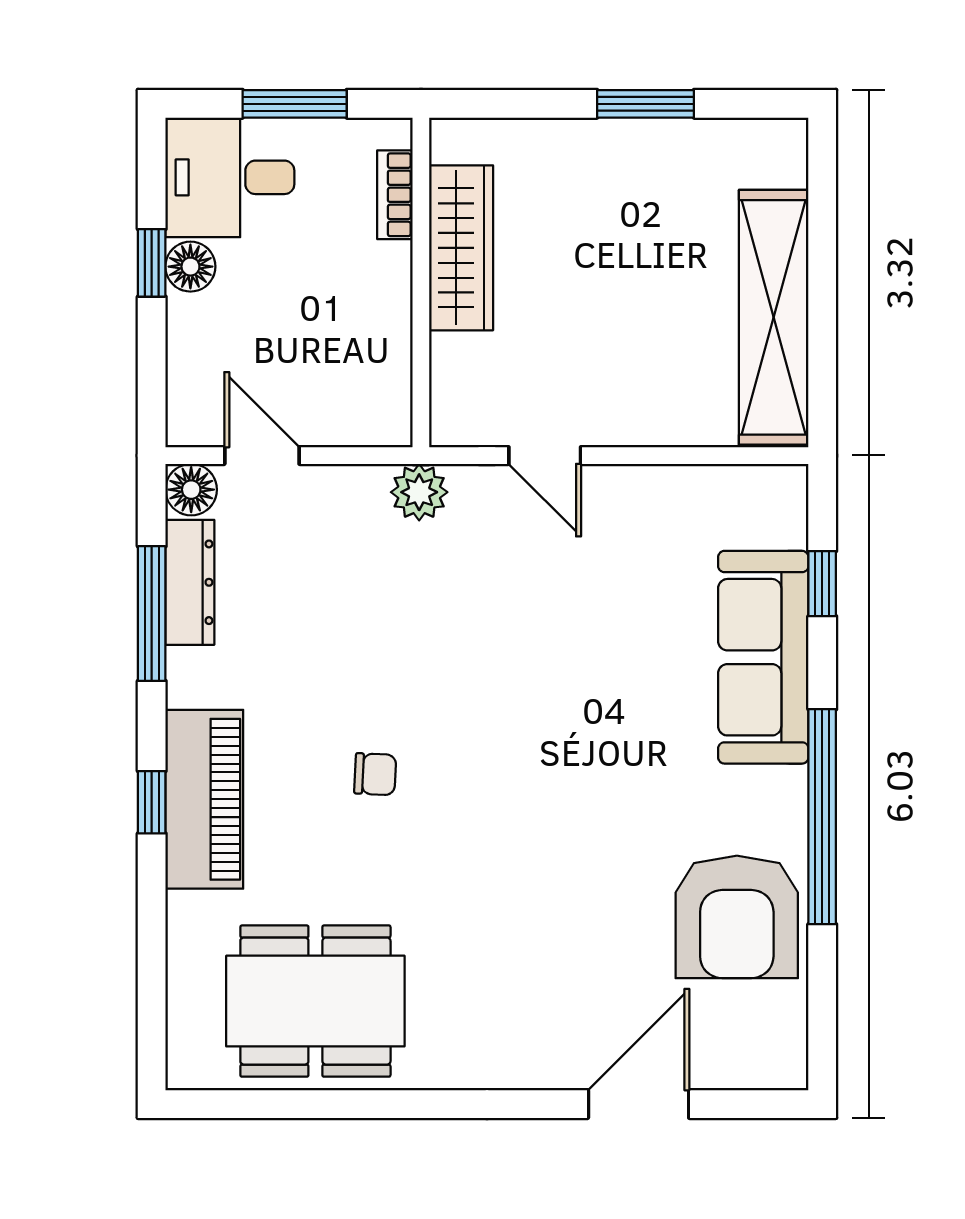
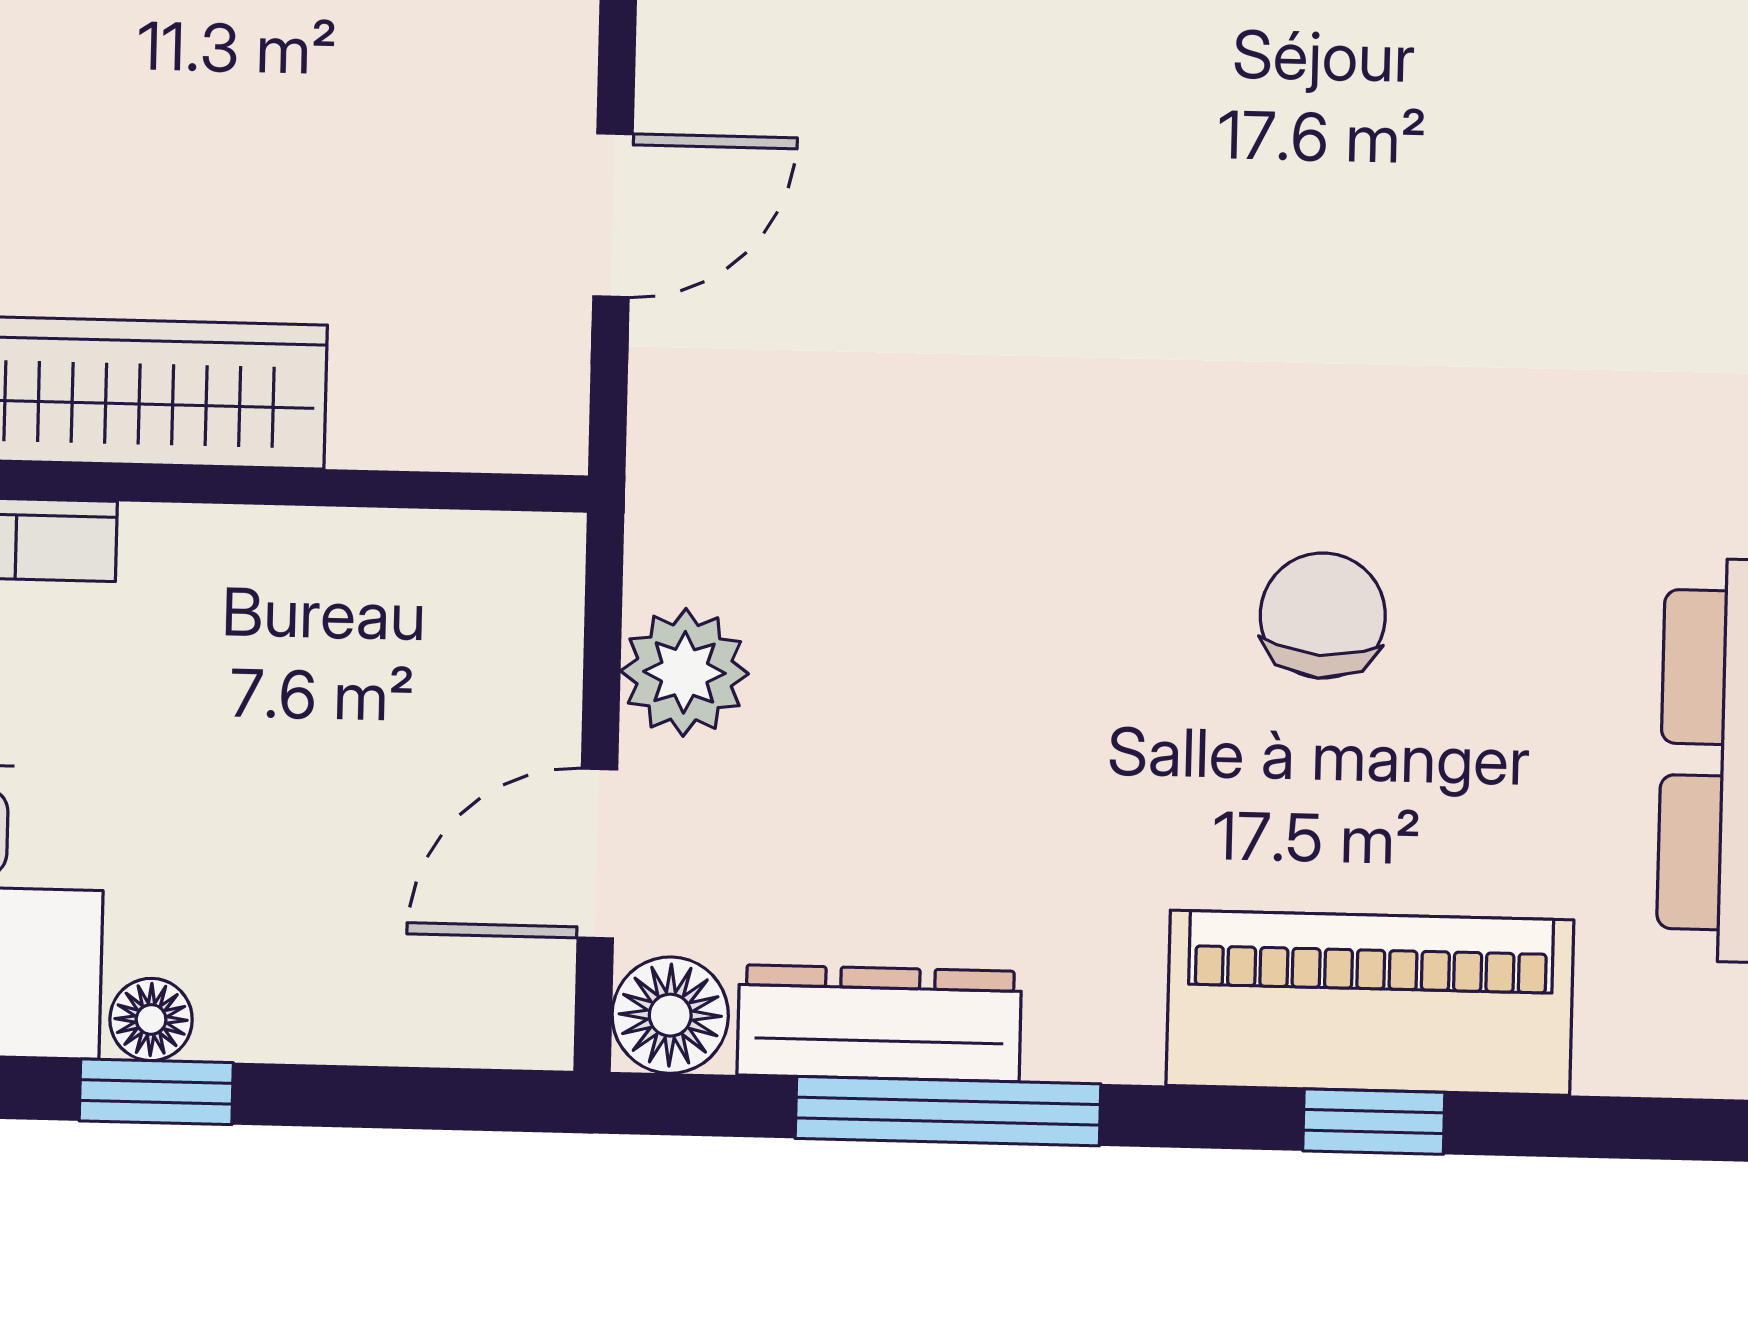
floor lamp: (190, 267) -> (151, 1019), width x0.73, depth x0.73
plant: (419, 492) -> (684, 672), moved
chair: (375, 774) -> (1323, 616), width x1.37, depth x1.37

